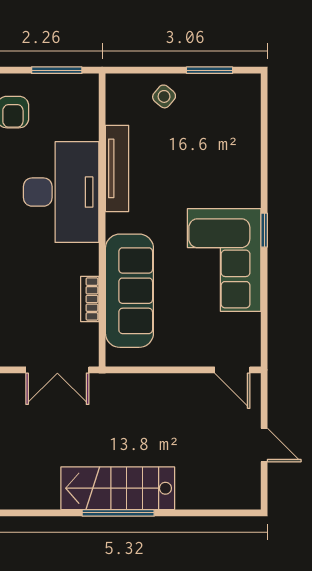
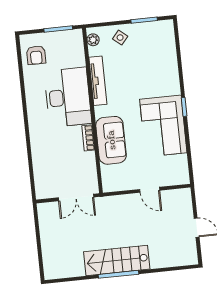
plant: (116, 95) -> (93, 40), added
sofa: (129, 291) -> (111, 140), width x0.73
bookcase: (90, 299) -> (88, 138), moved
door: (232, 370) -> (150, 190), moved

